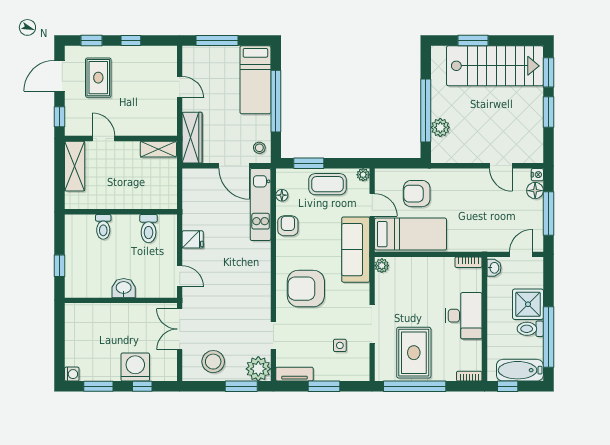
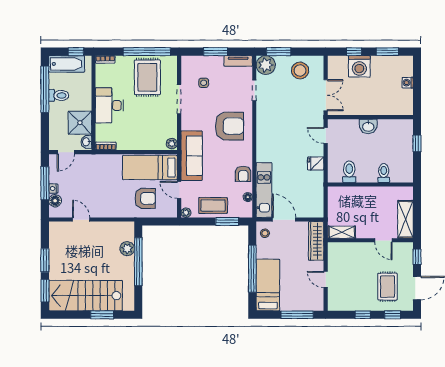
nightstand: (537, 175) -> (53, 189), moved
shower: (528, 304) -> (80, 123), moved
washing machine: (72, 374) -> (408, 83), moved

